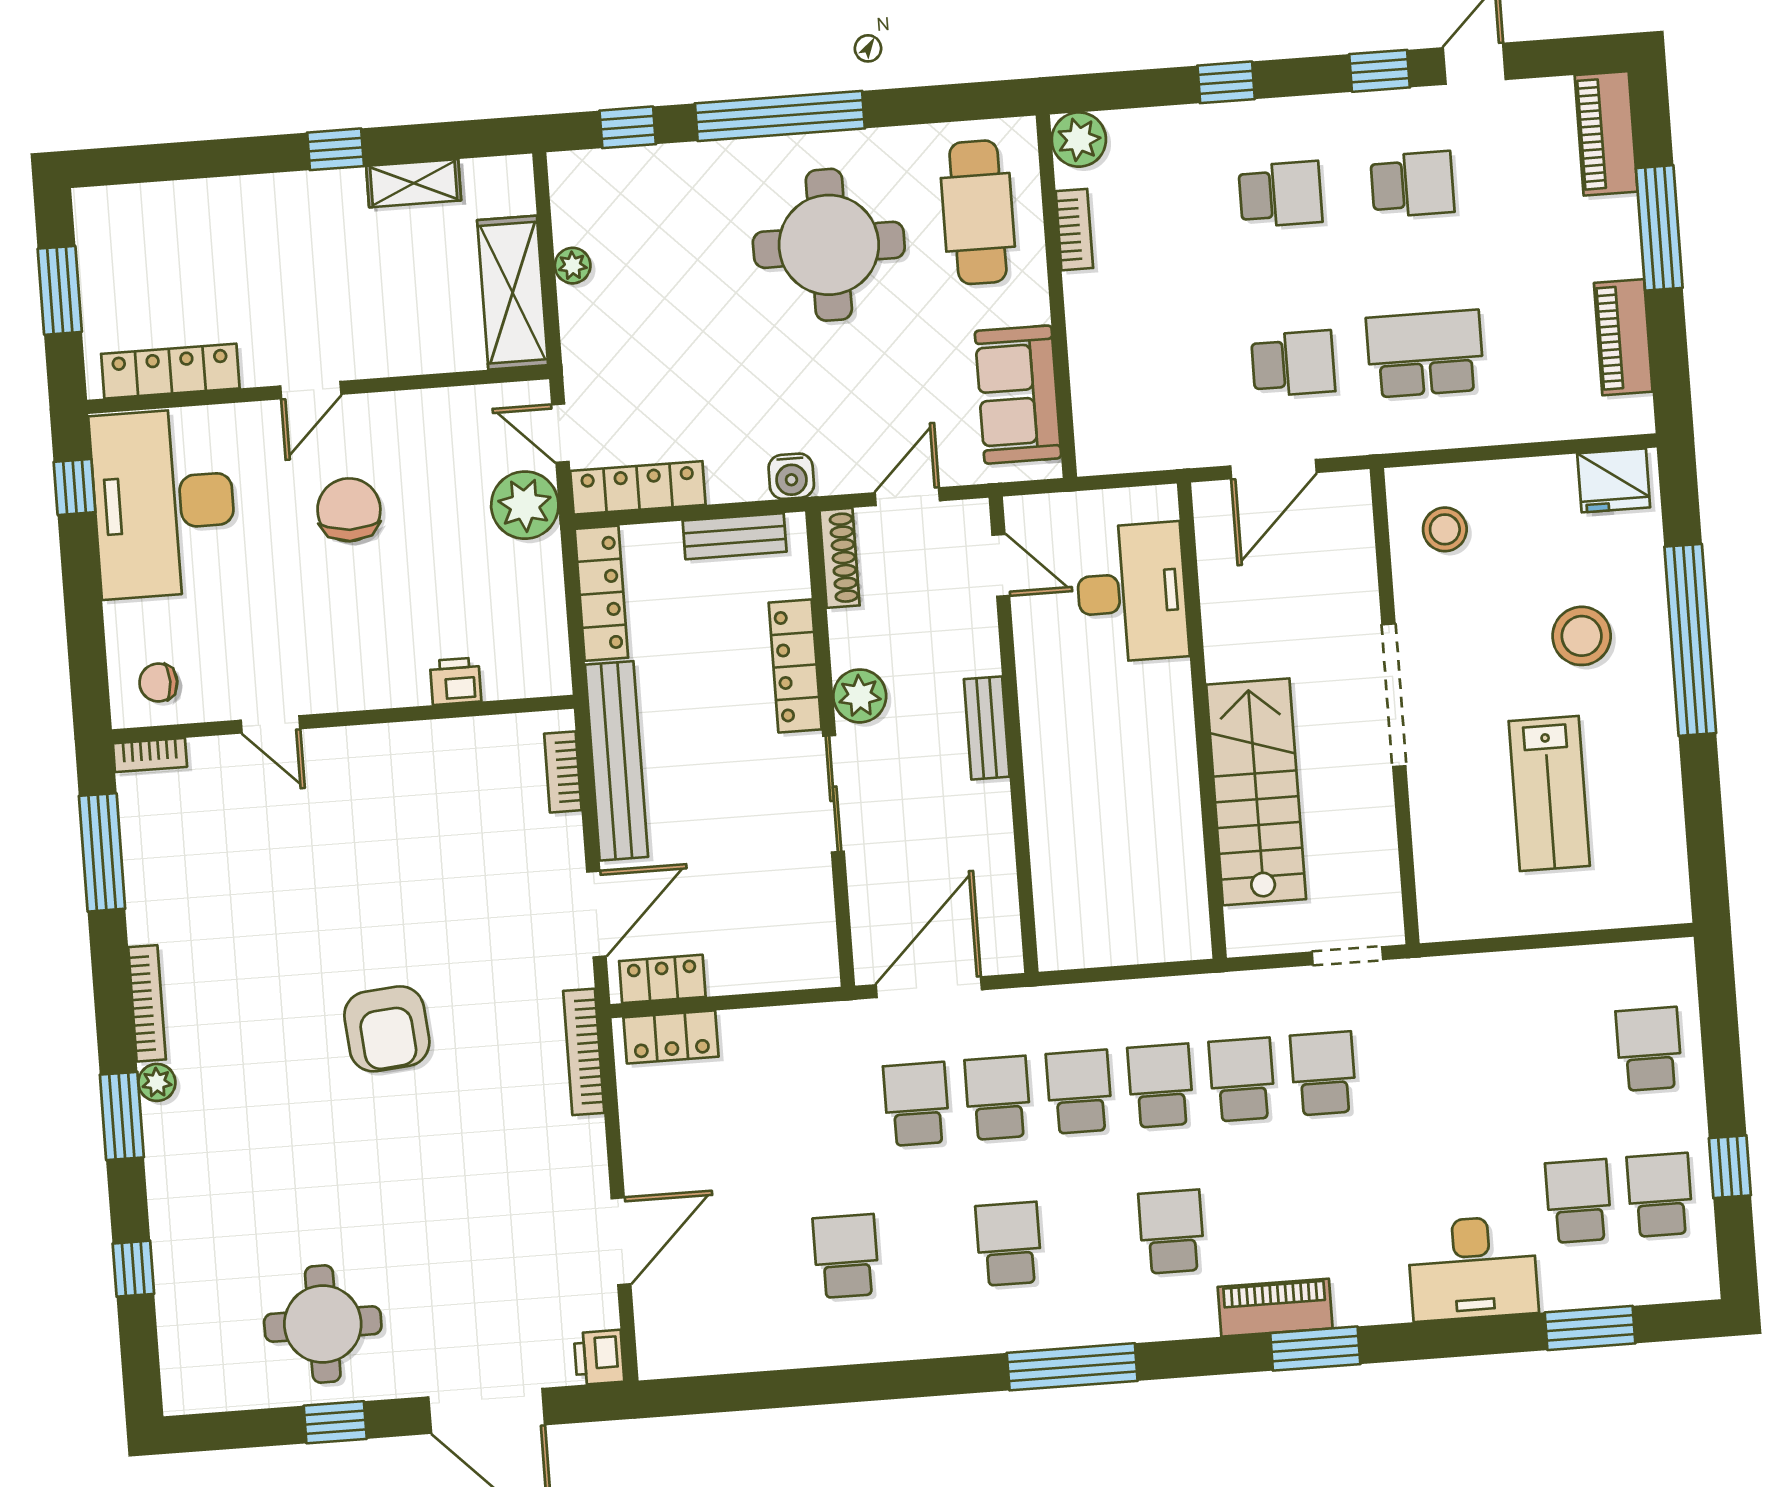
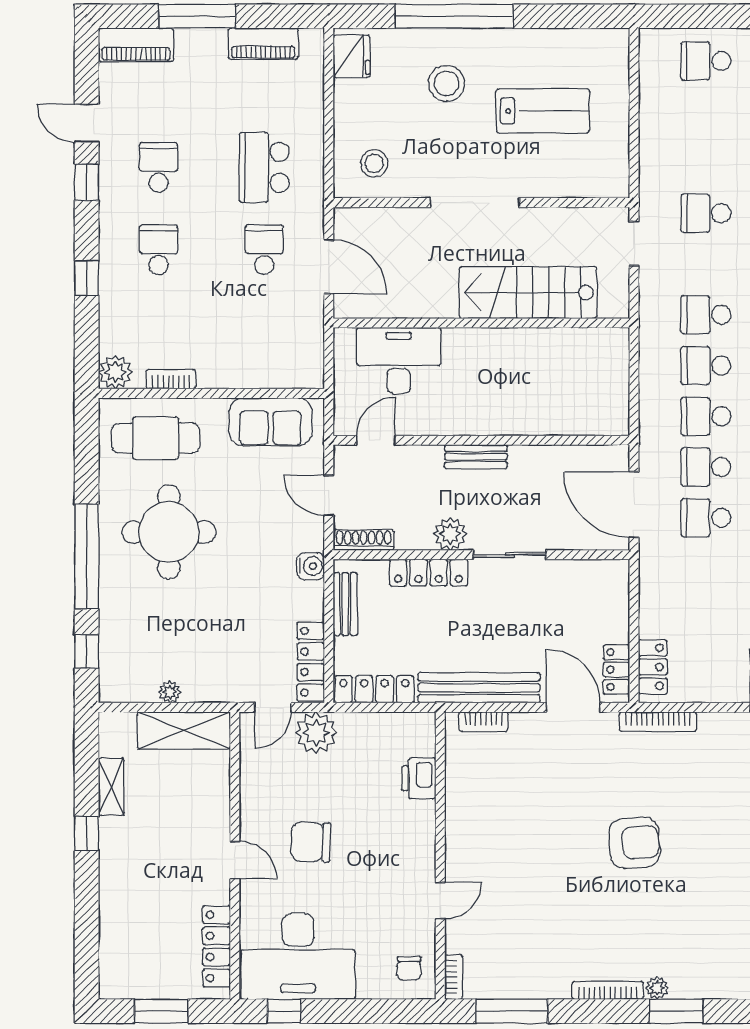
printer: (456, 681) -> (419, 778), width x1.36, depth x1.24
school desk: (1323, 1073) -> (706, 213), moved

